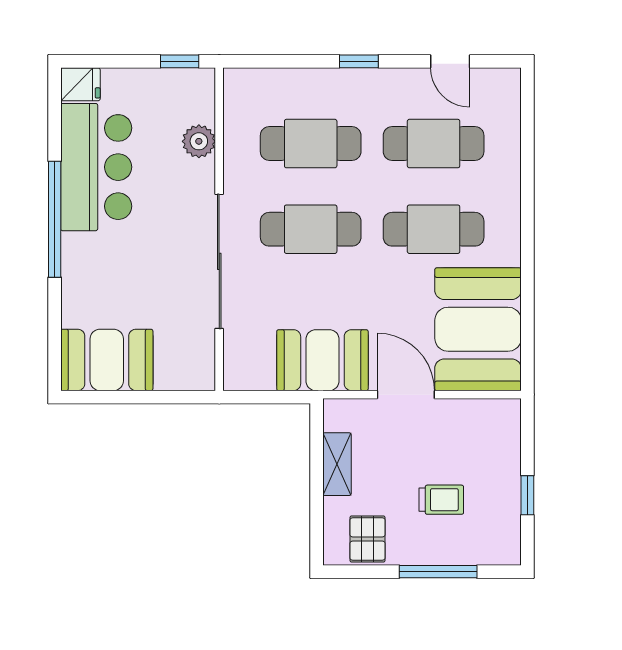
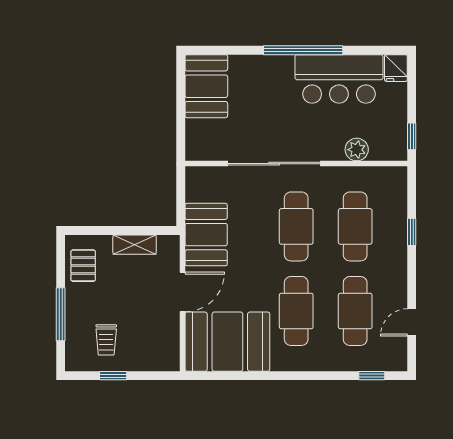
window: (359, 61) -> (412, 232), moved
window: (527, 119) -> (372, 376), added
trolley: (441, 500) -> (106, 340), moved
pallet: (368, 539) -> (83, 266), turned 90

